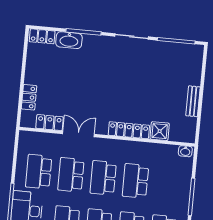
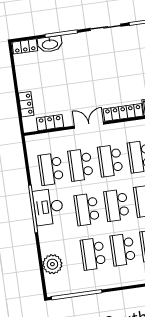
double door: (78, 134) -> (89, 125), moved

